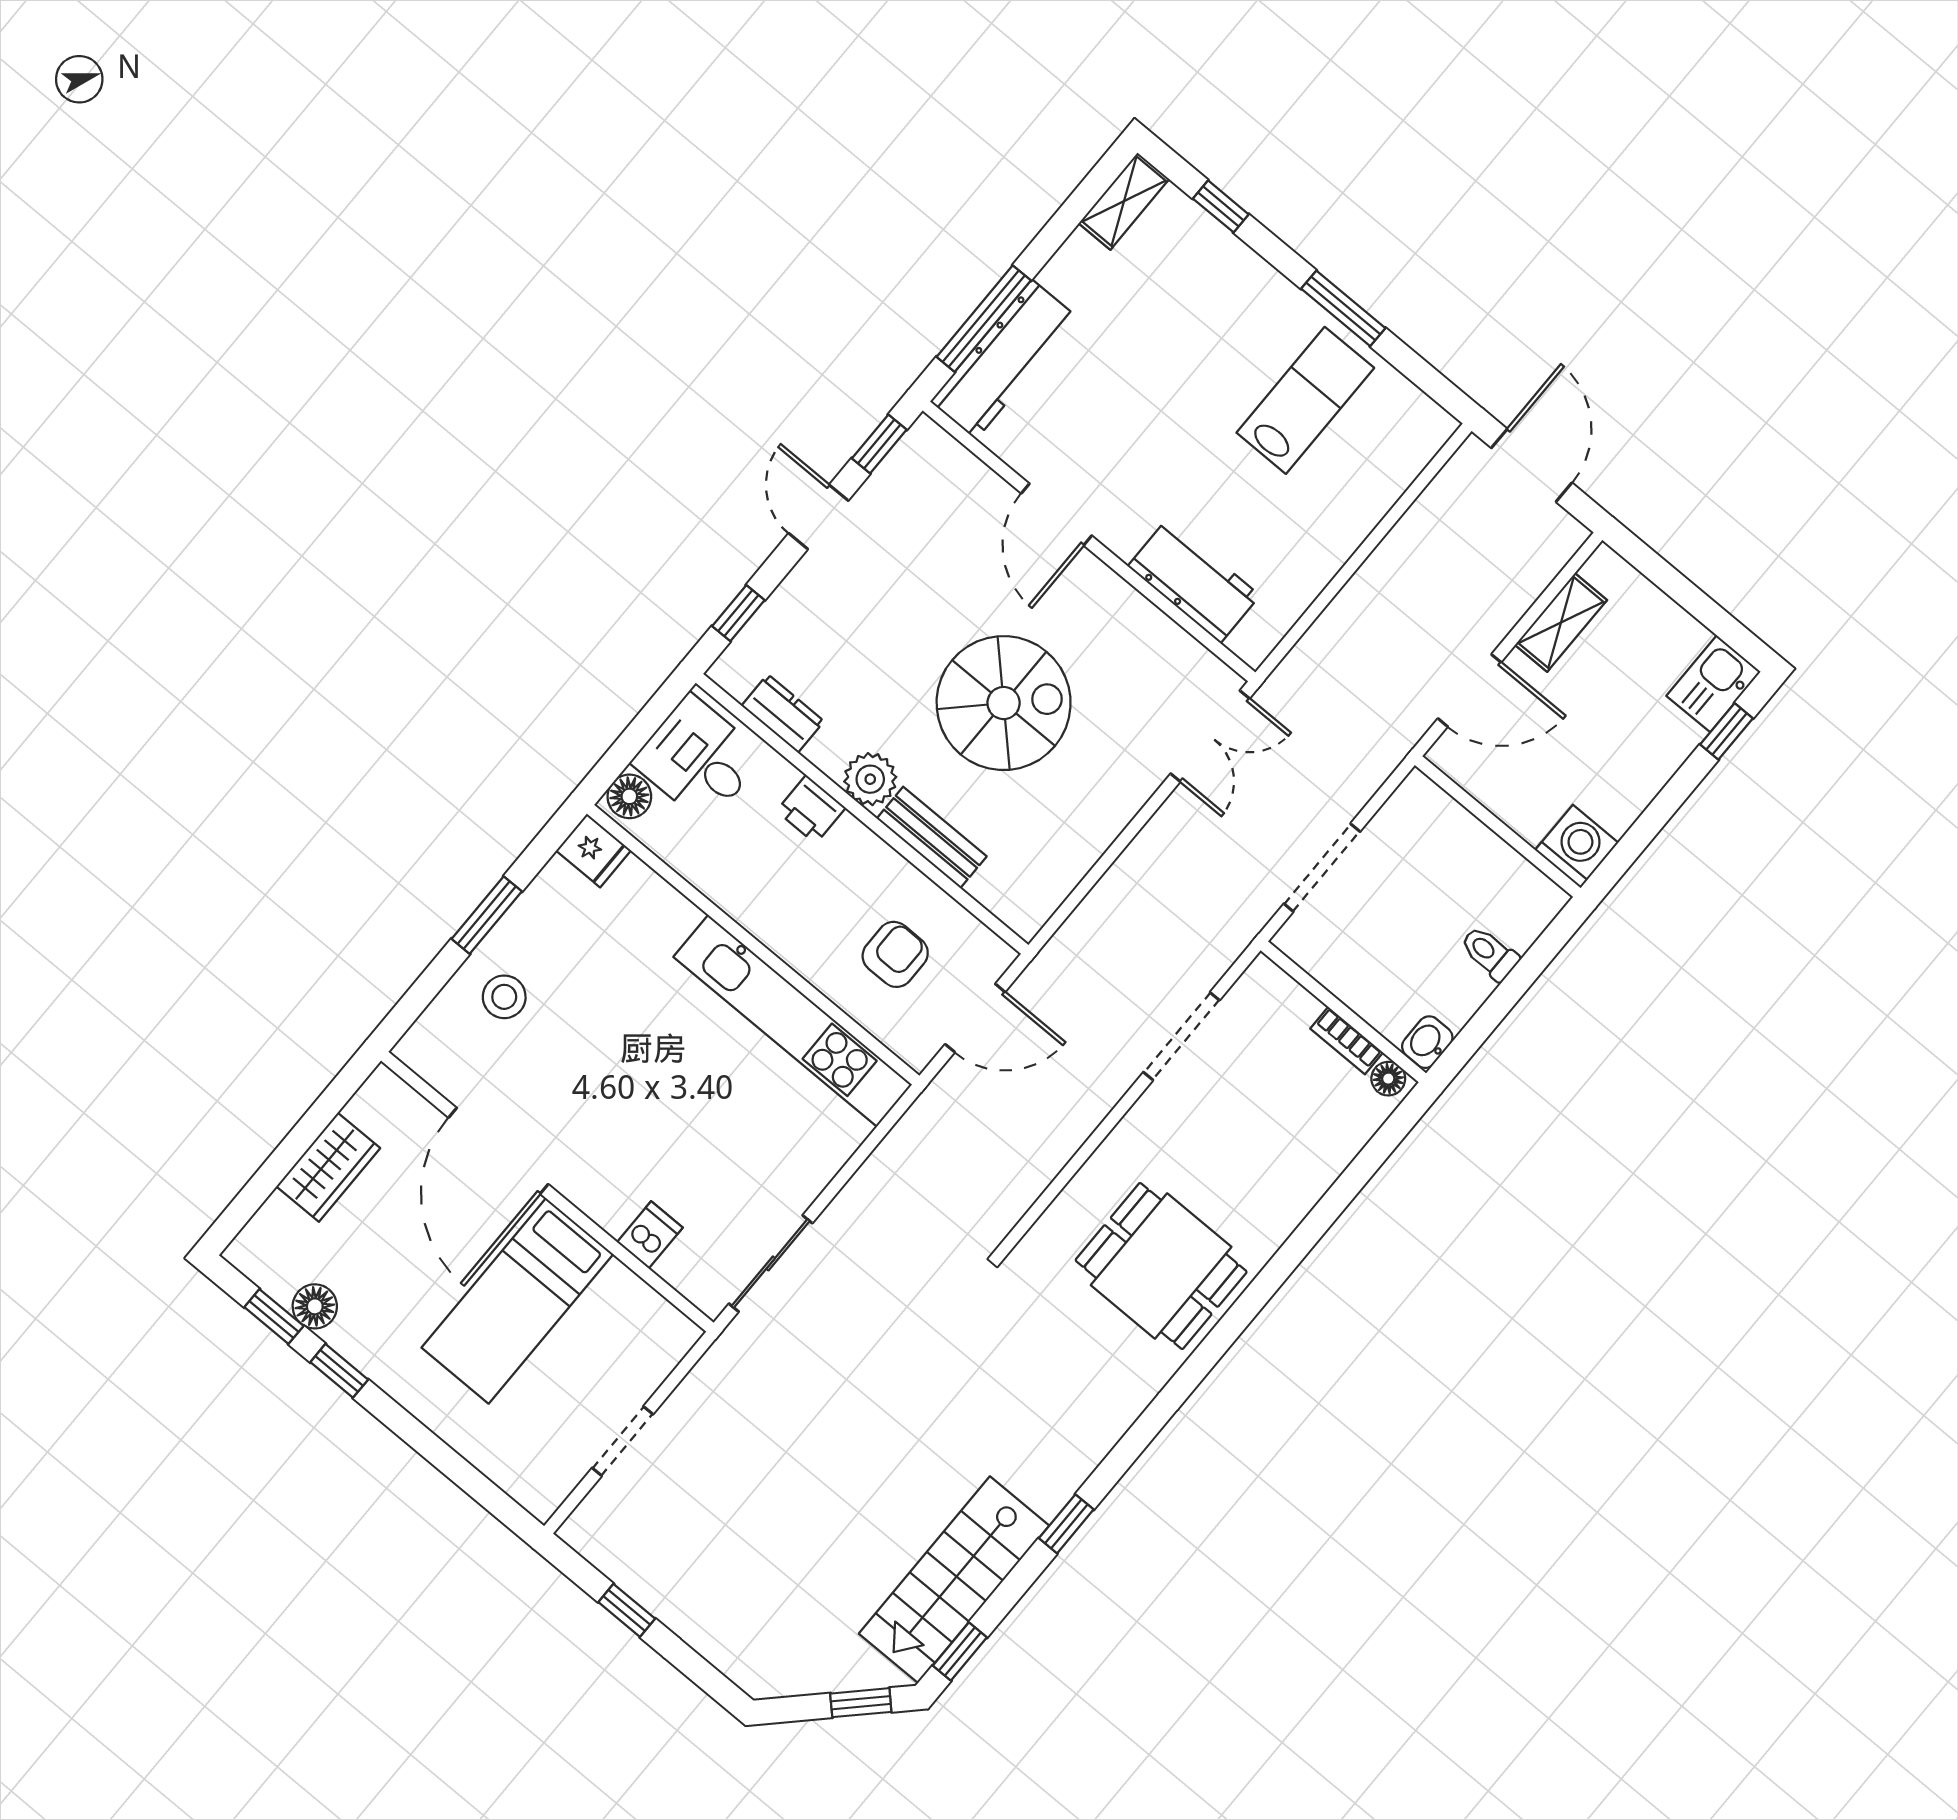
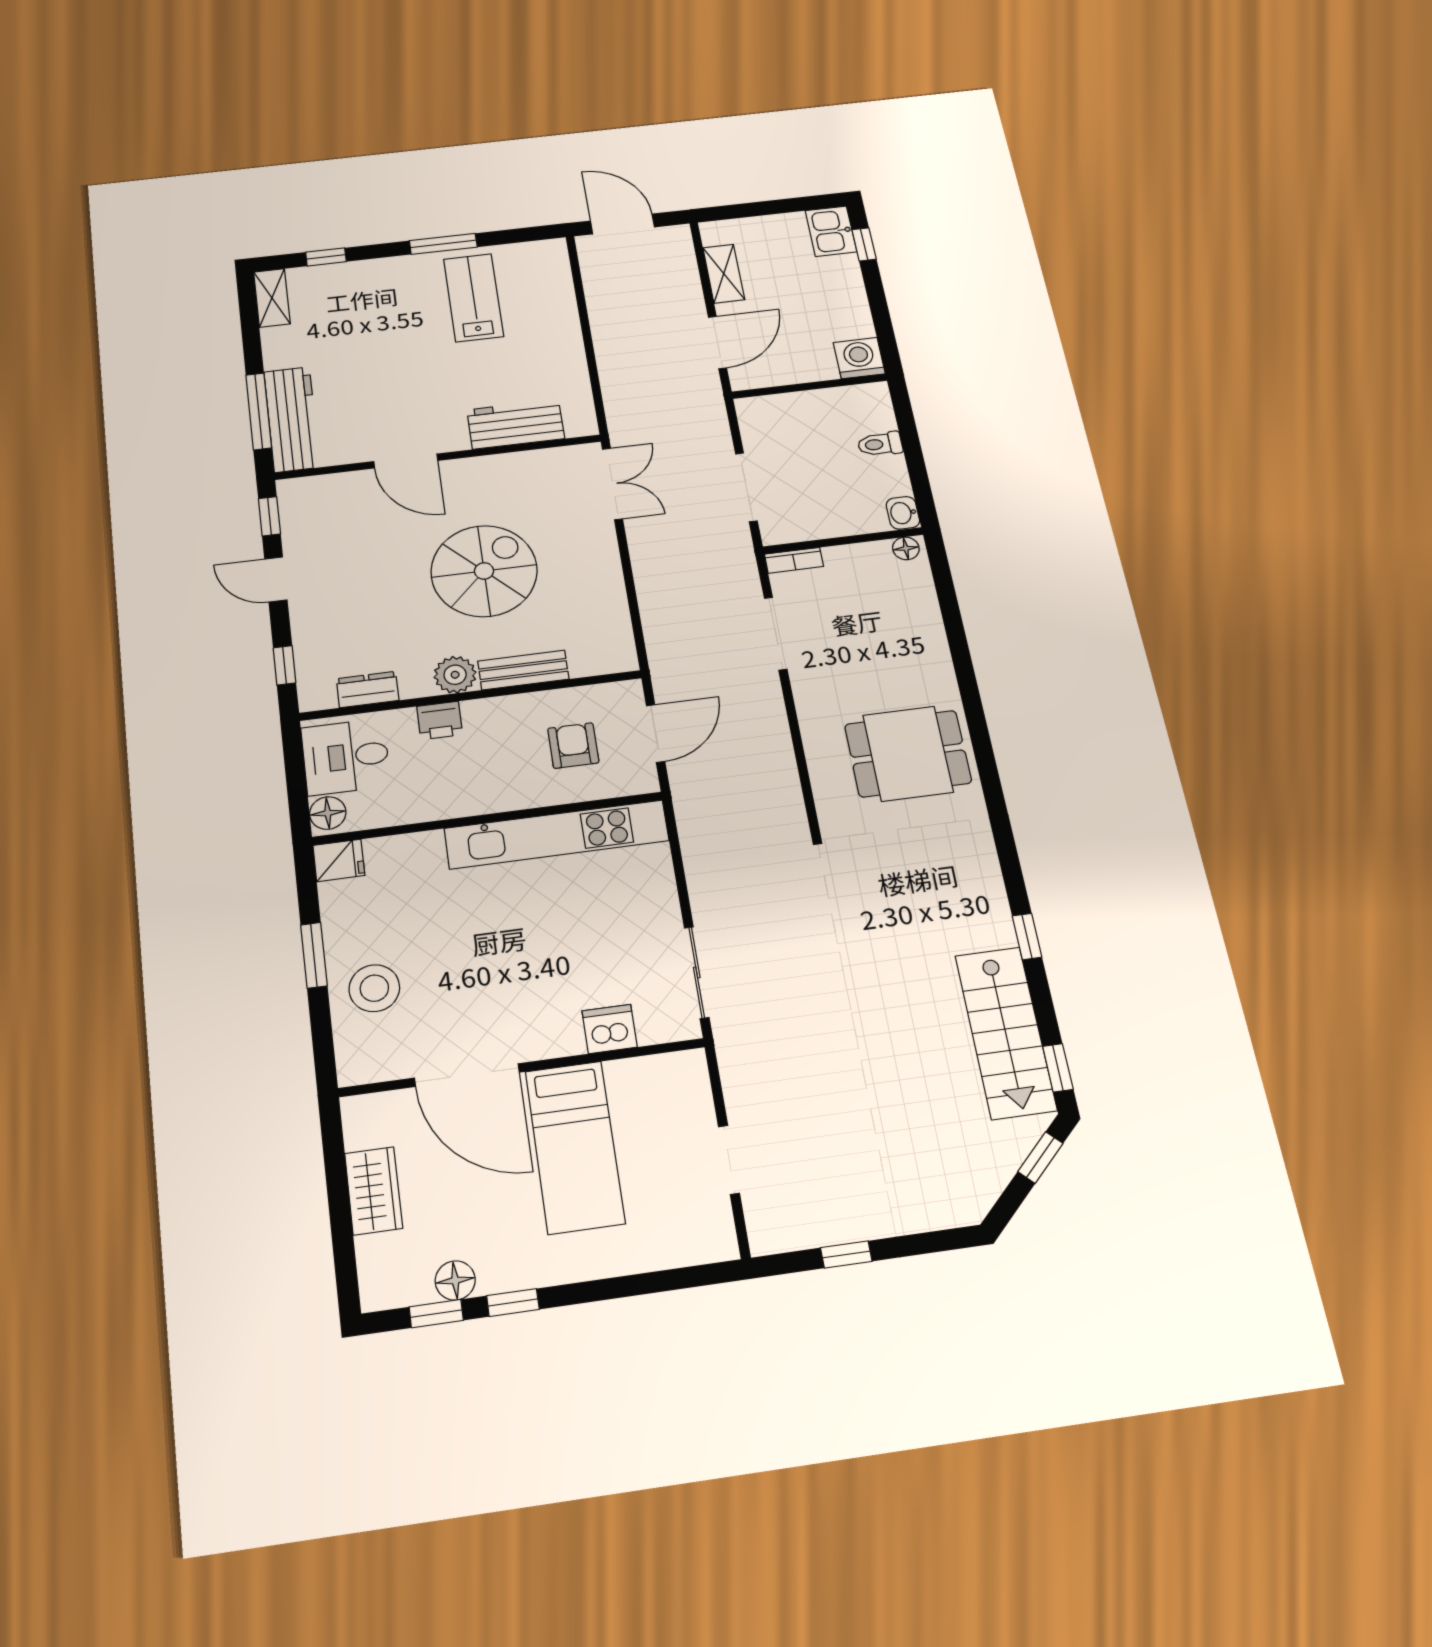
stool: (504, 997) -> (374, 988), width x1.38, depth x1.38
bookcase: (1347, 1041) -> (794, 560), moved
dishwasher: (650, 1235) -> (610, 1029), width x1.38

